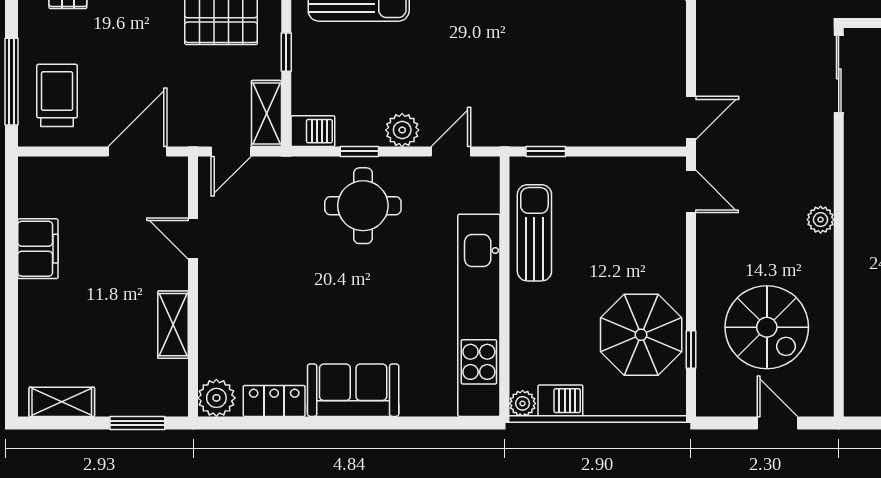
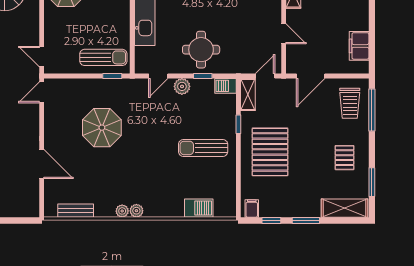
parasol: (567, 45) -> (102, 128), added
sun lounger: (534, 233) -> (103, 57), moved, turned -90
filing cabinet: (38, 249) -> (359, 46), moved

